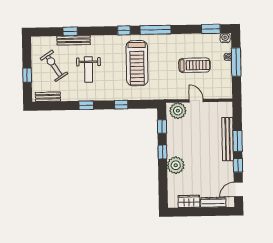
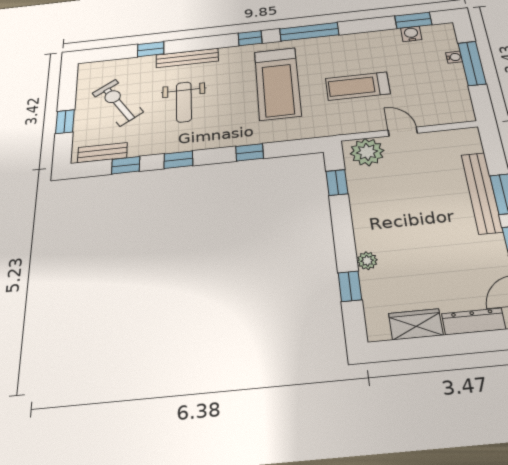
water cooler: (225, 38) -> (411, 34), moved
bench: (73, 40) -> (187, 58), moved
treadmill: (194, 65) -> (358, 86), moved, turned 180
window: (60, 106) -> (126, 165), added
window: (162, 152) -> (350, 286), moved
plant: (176, 165) -> (367, 261), width x0.53, depth x0.53

